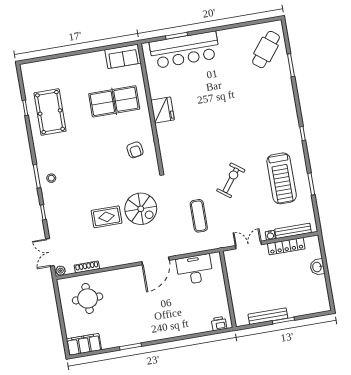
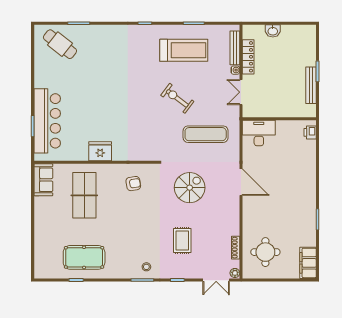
exercise mat: (199, 216) -> (206, 134), width x1.36, depth x1.45
rug: (107, 217) -> (182, 240), moved
desk: (195, 269) -> (259, 133), moved, turned 90

